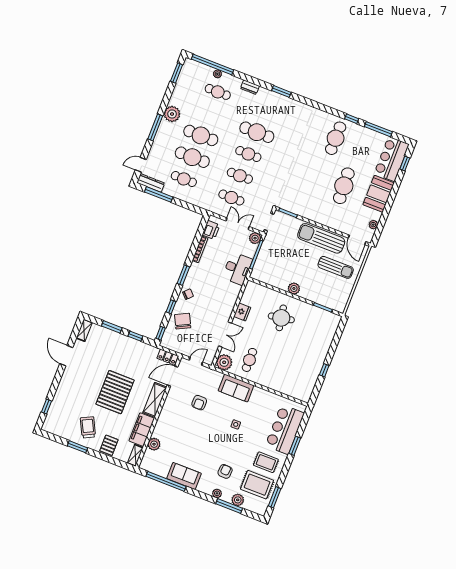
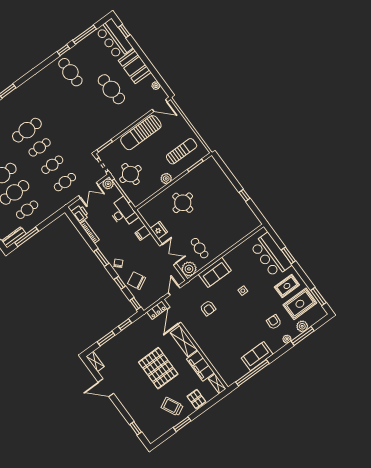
double door: (238, 224) -> (88, 190), swing flipped
round table: (277, 253) -> (130, 174), added
sun lounger: (336, 267) -> (182, 151), moved
filing cabinet: (230, 299) -> (143, 233), added
plant: (154, 444) -> (218, 364), removed

